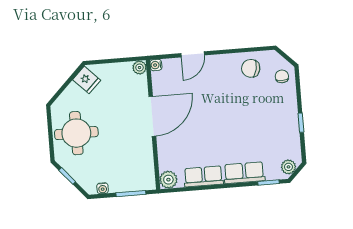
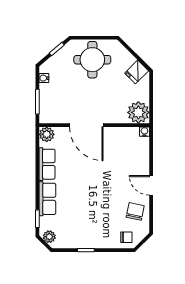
door: (193, 54) -> (151, 185), moved
plant: (140, 68) -> (138, 112), width x1.88, depth x1.88
door: (152, 116) -> (86, 125), moved

